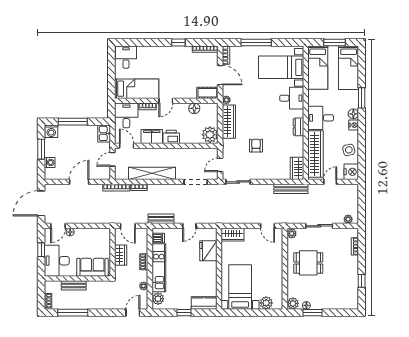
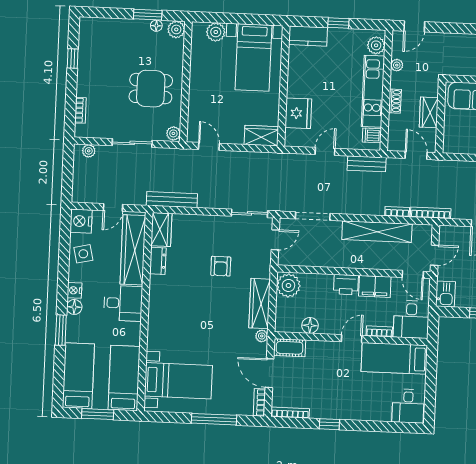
desk: (292, 98) -> (165, 334), removed
dresser: (298, 127) -> (158, 261), moved

